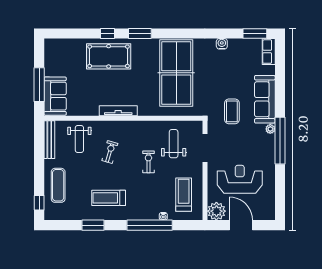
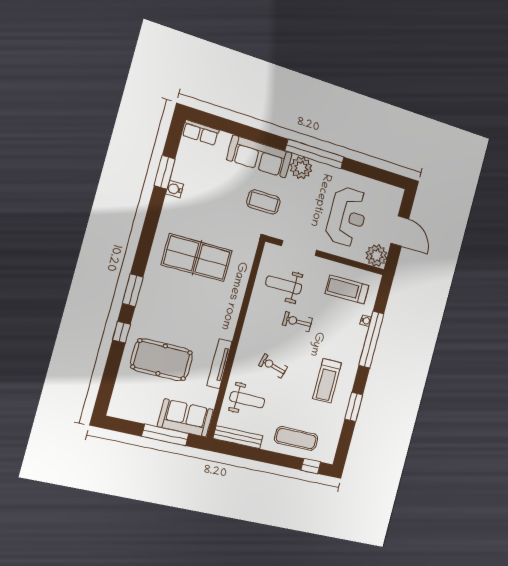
window: (255, 33) -> (165, 172), moved
pool table: (109, 56) -> (162, 360), moved, turned 90
table tennis table: (176, 73) -> (197, 258), width x0.73, depth x0.76
tv unit: (118, 111) -> (219, 364), moved
plant: (270, 129) -> (301, 168), width x1.88, depth x1.88
reception desk: (240, 179) -> (347, 217), turned 180
door: (241, 225) -> (400, 231), swing flipped

